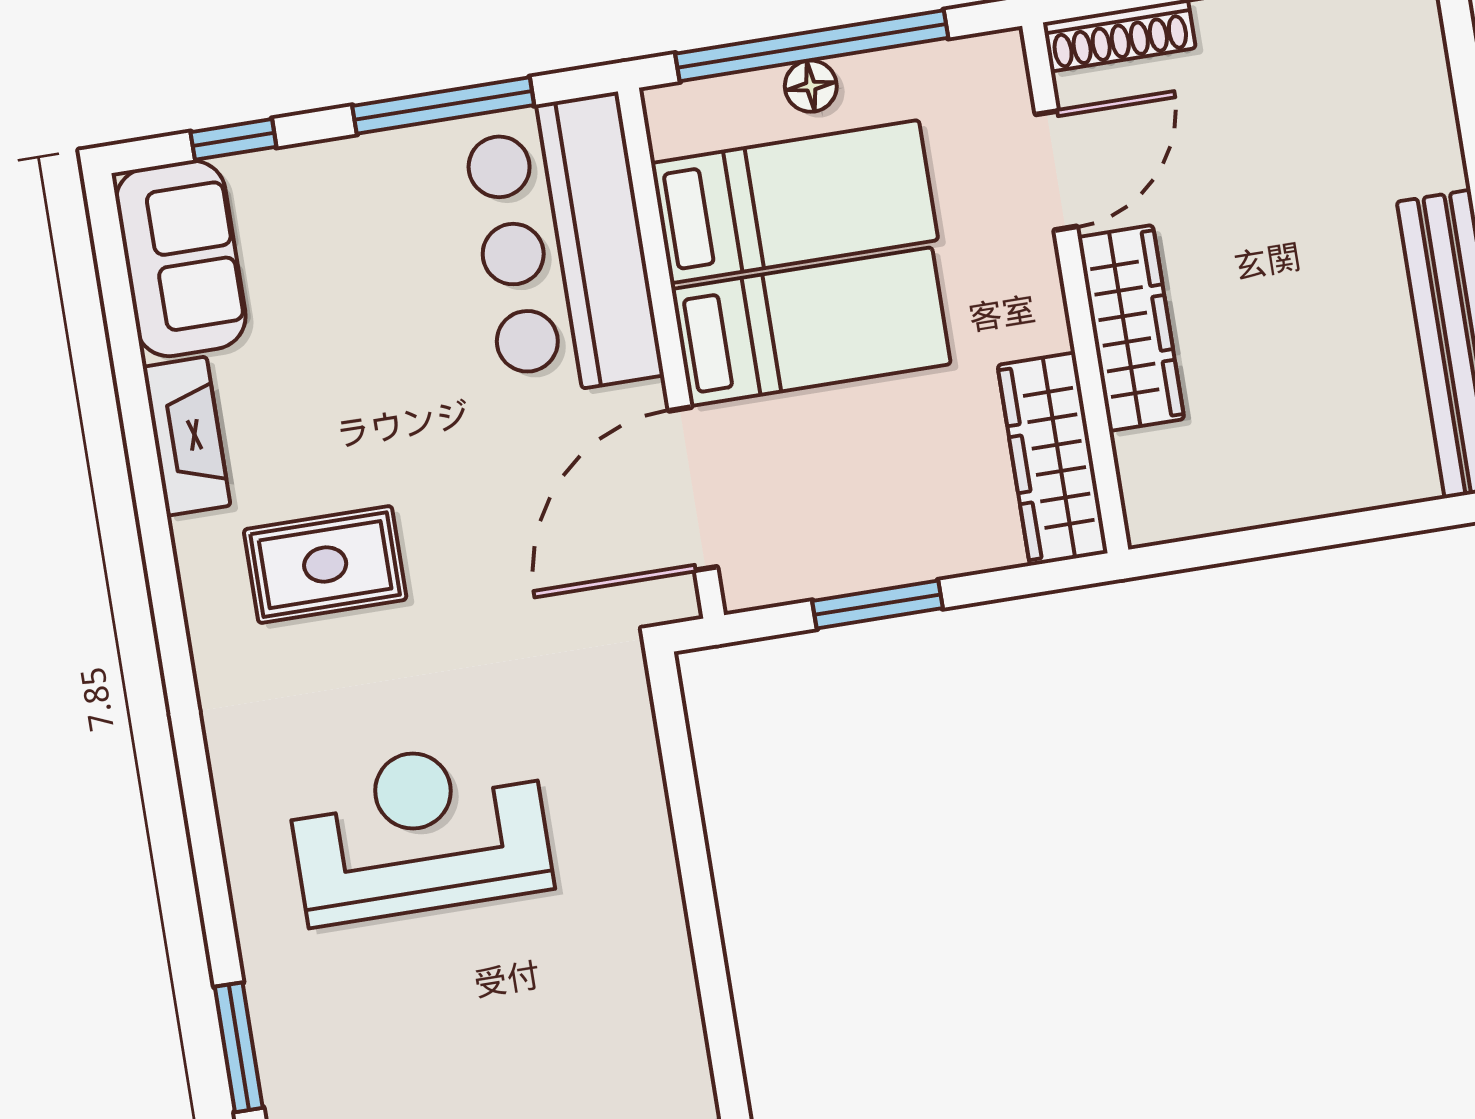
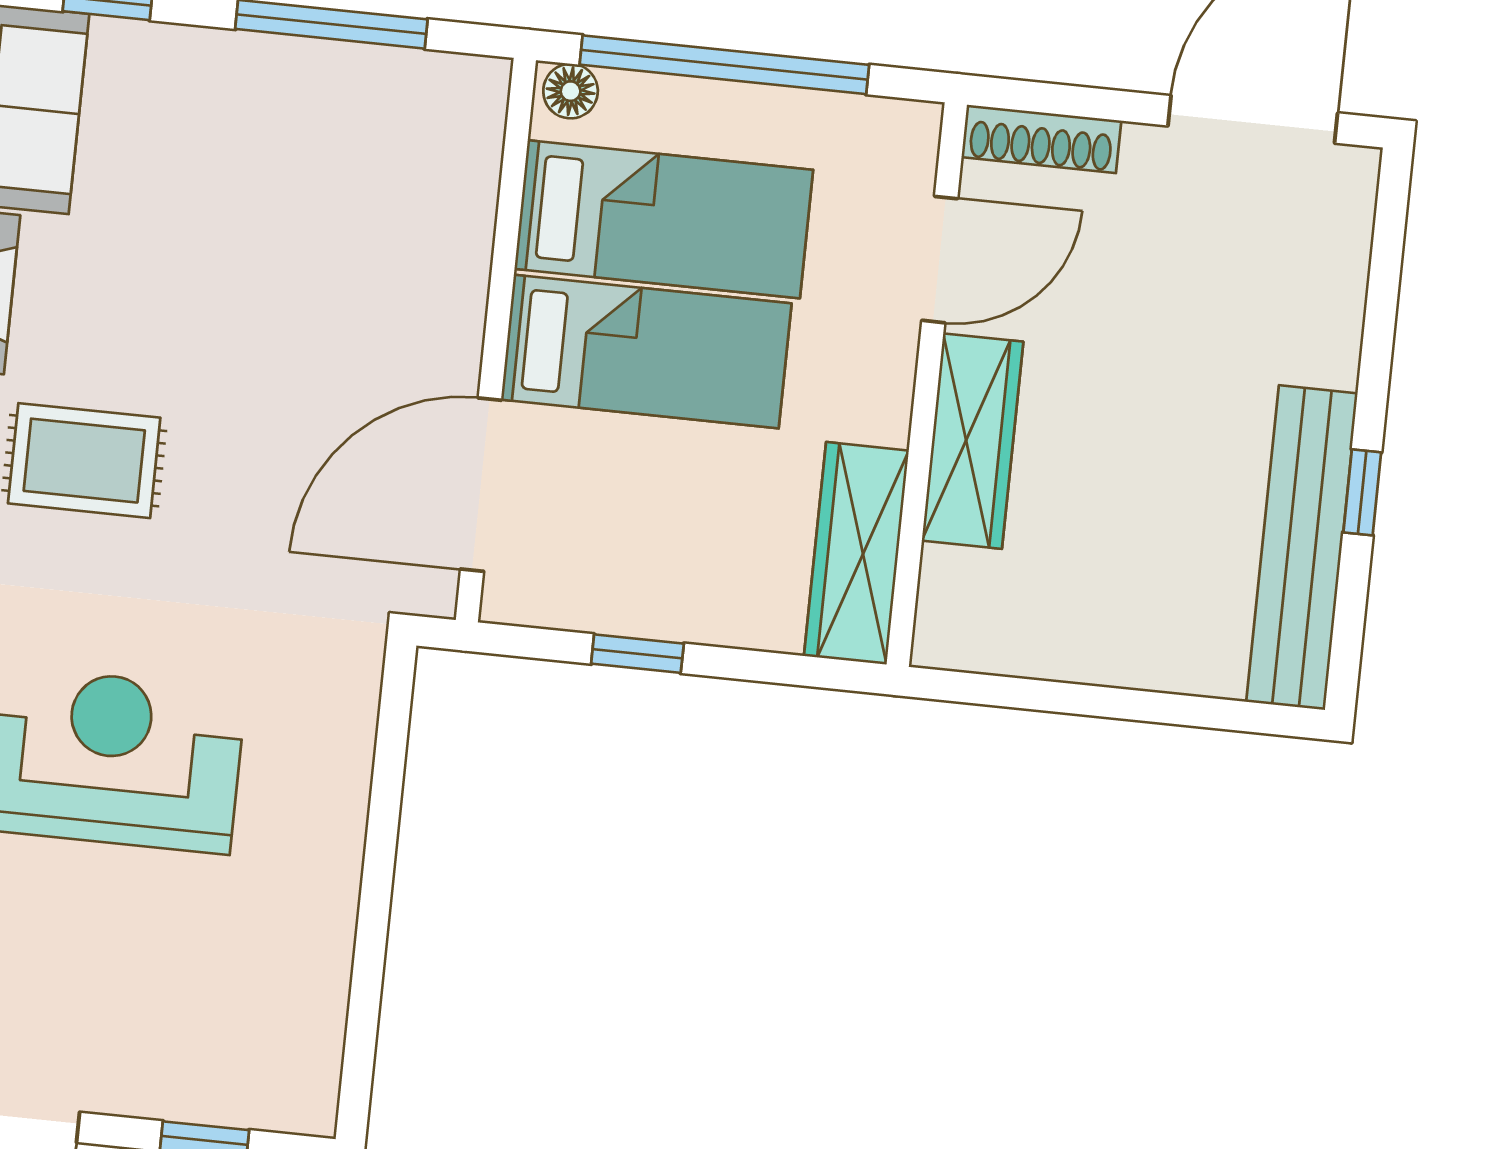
floor lamp: (811, 86) -> (571, 91), moved
bar counter: (562, 246) -> (414, 201), removed
window: (877, 605) -> (637, 654), width x0.67

